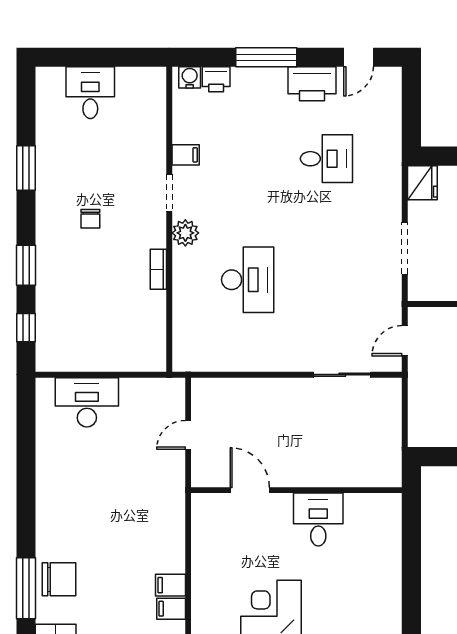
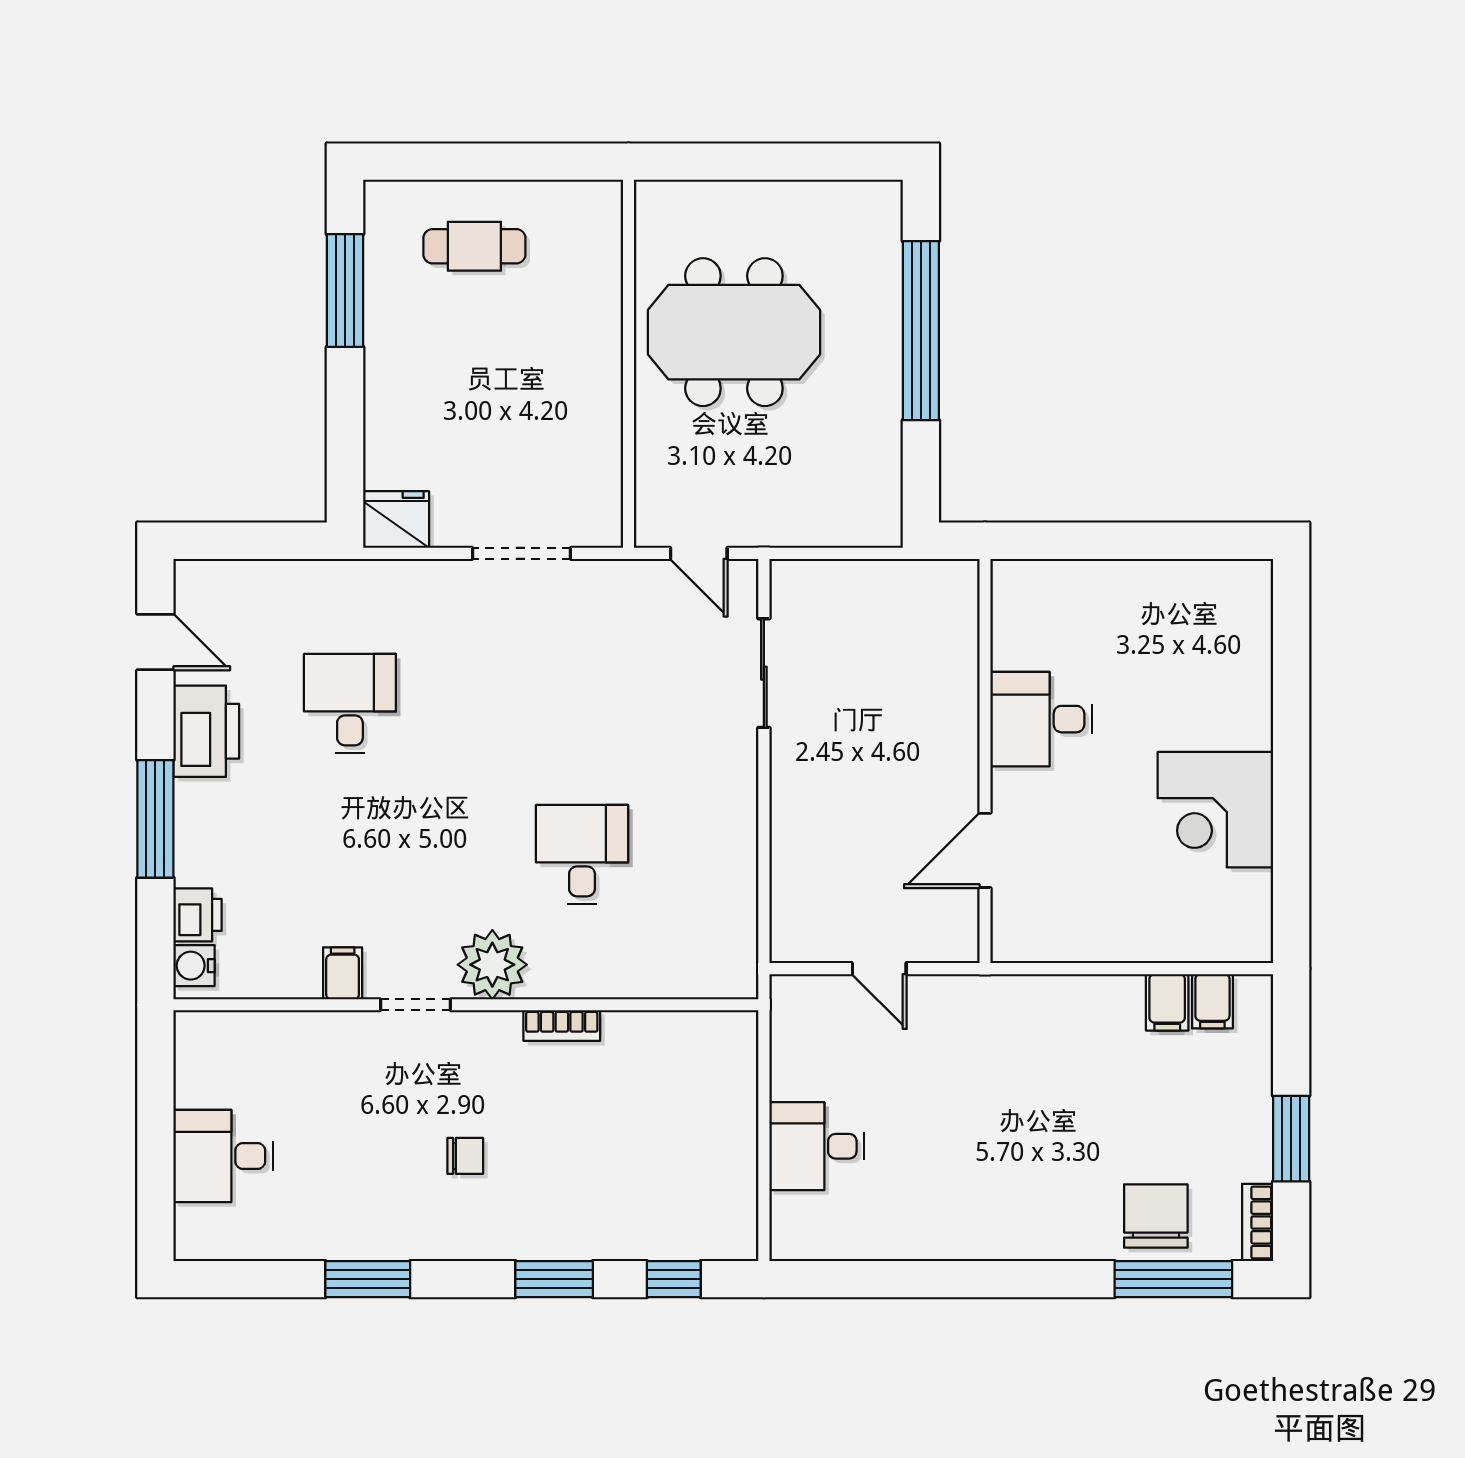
plant: (185, 233) -> (492, 965), width x1.36, depth x1.36
desk: (248, 280) -> (582, 855), width x0.73
desk: (87, 402) -> (817, 1146), width x0.73

